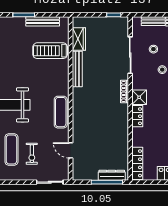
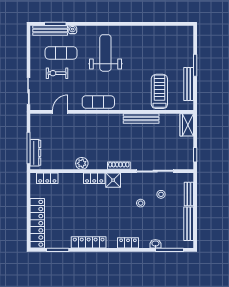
wardrobe: (79, 39) -> (187, 125), moved, turned 90
plant: (122, 129) -> (82, 163), added
locker: (137, 163) -> (47, 178), width x0.66

